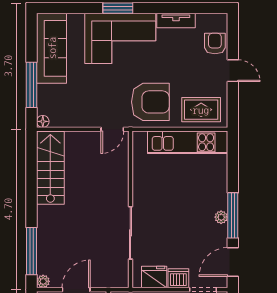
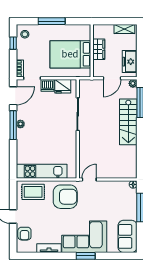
sofa: (52, 48) -> (128, 236), width x0.73
armchair: (150, 102) -> (65, 197), turned 180
stairs: (50, 168) -> (128, 122), moved

